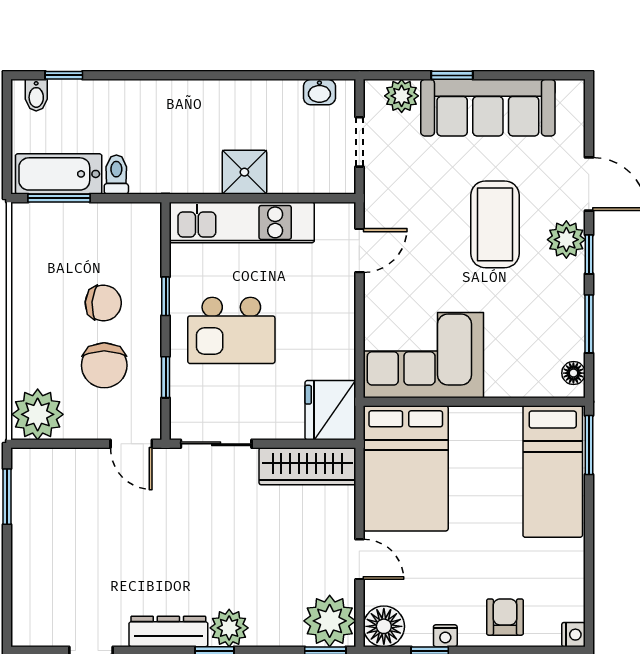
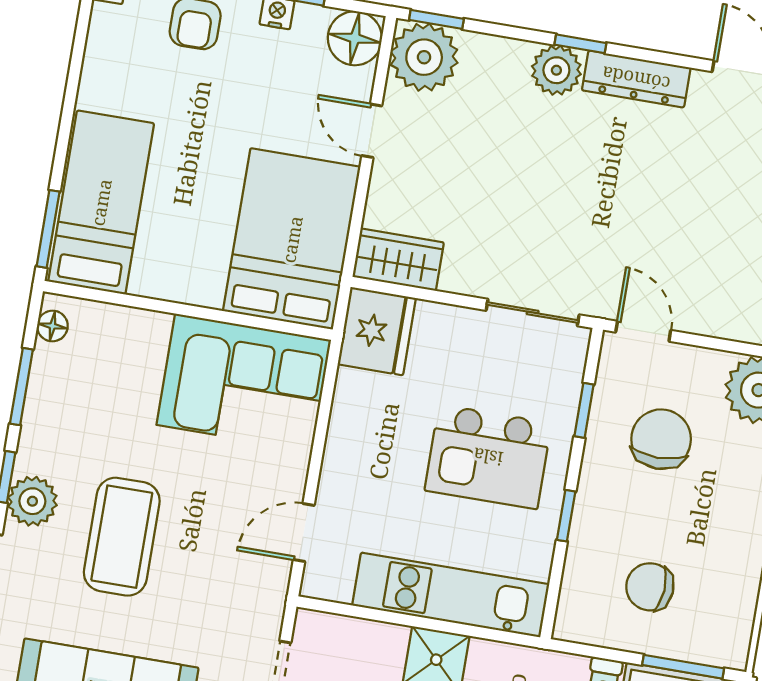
chair: (103, 303) -> (650, 587), moved
kitchen island: (231, 330) -> (488, 457), turned 180
wardrobe: (307, 466) -> (398, 260), width x0.67

